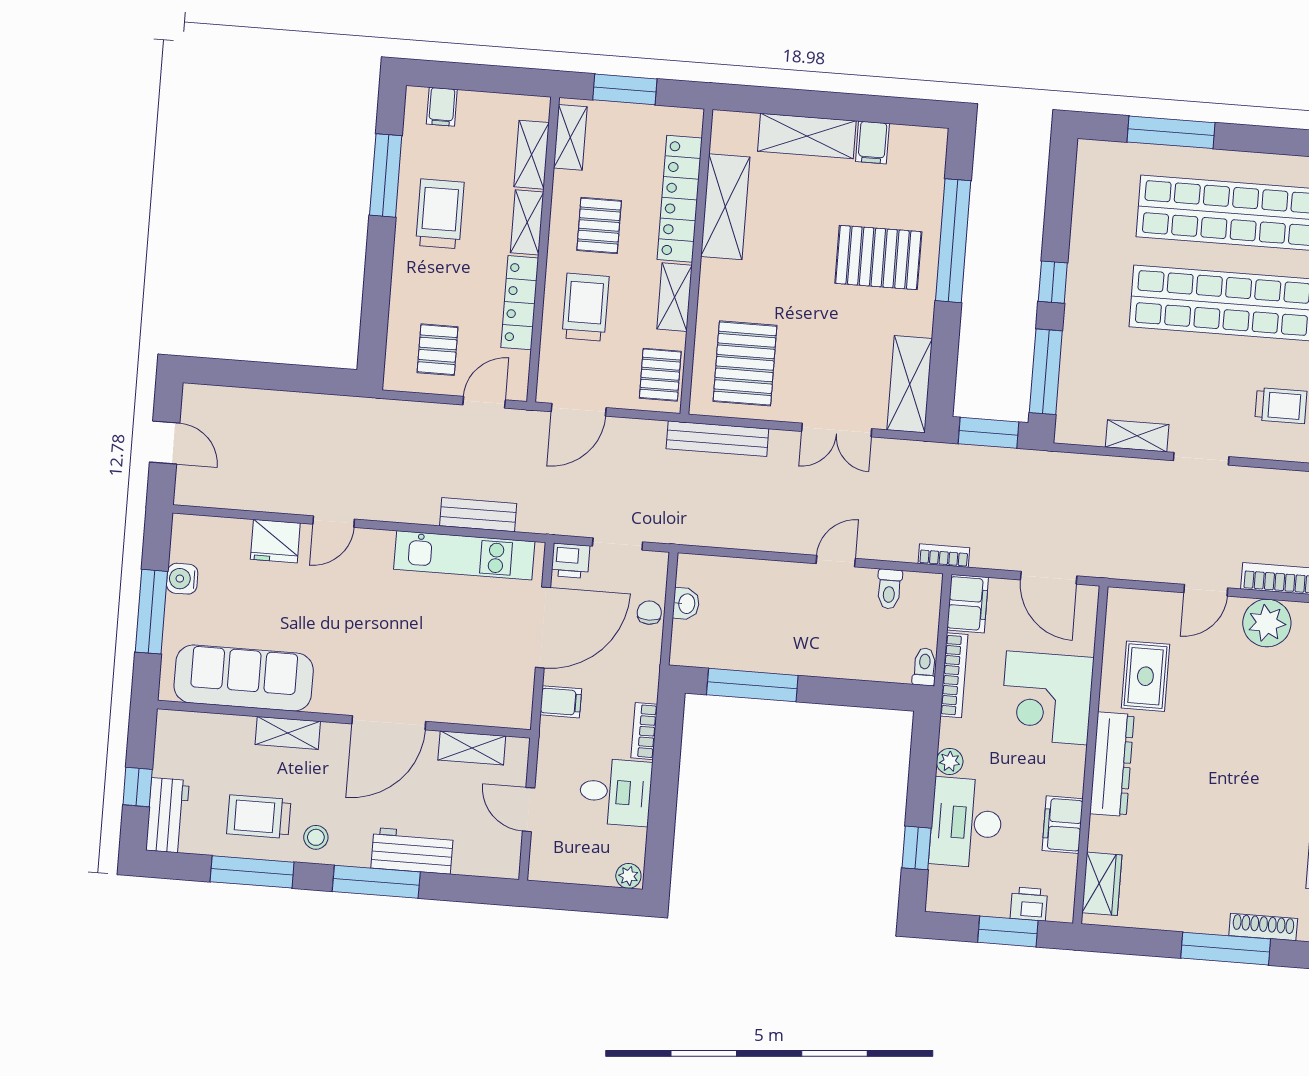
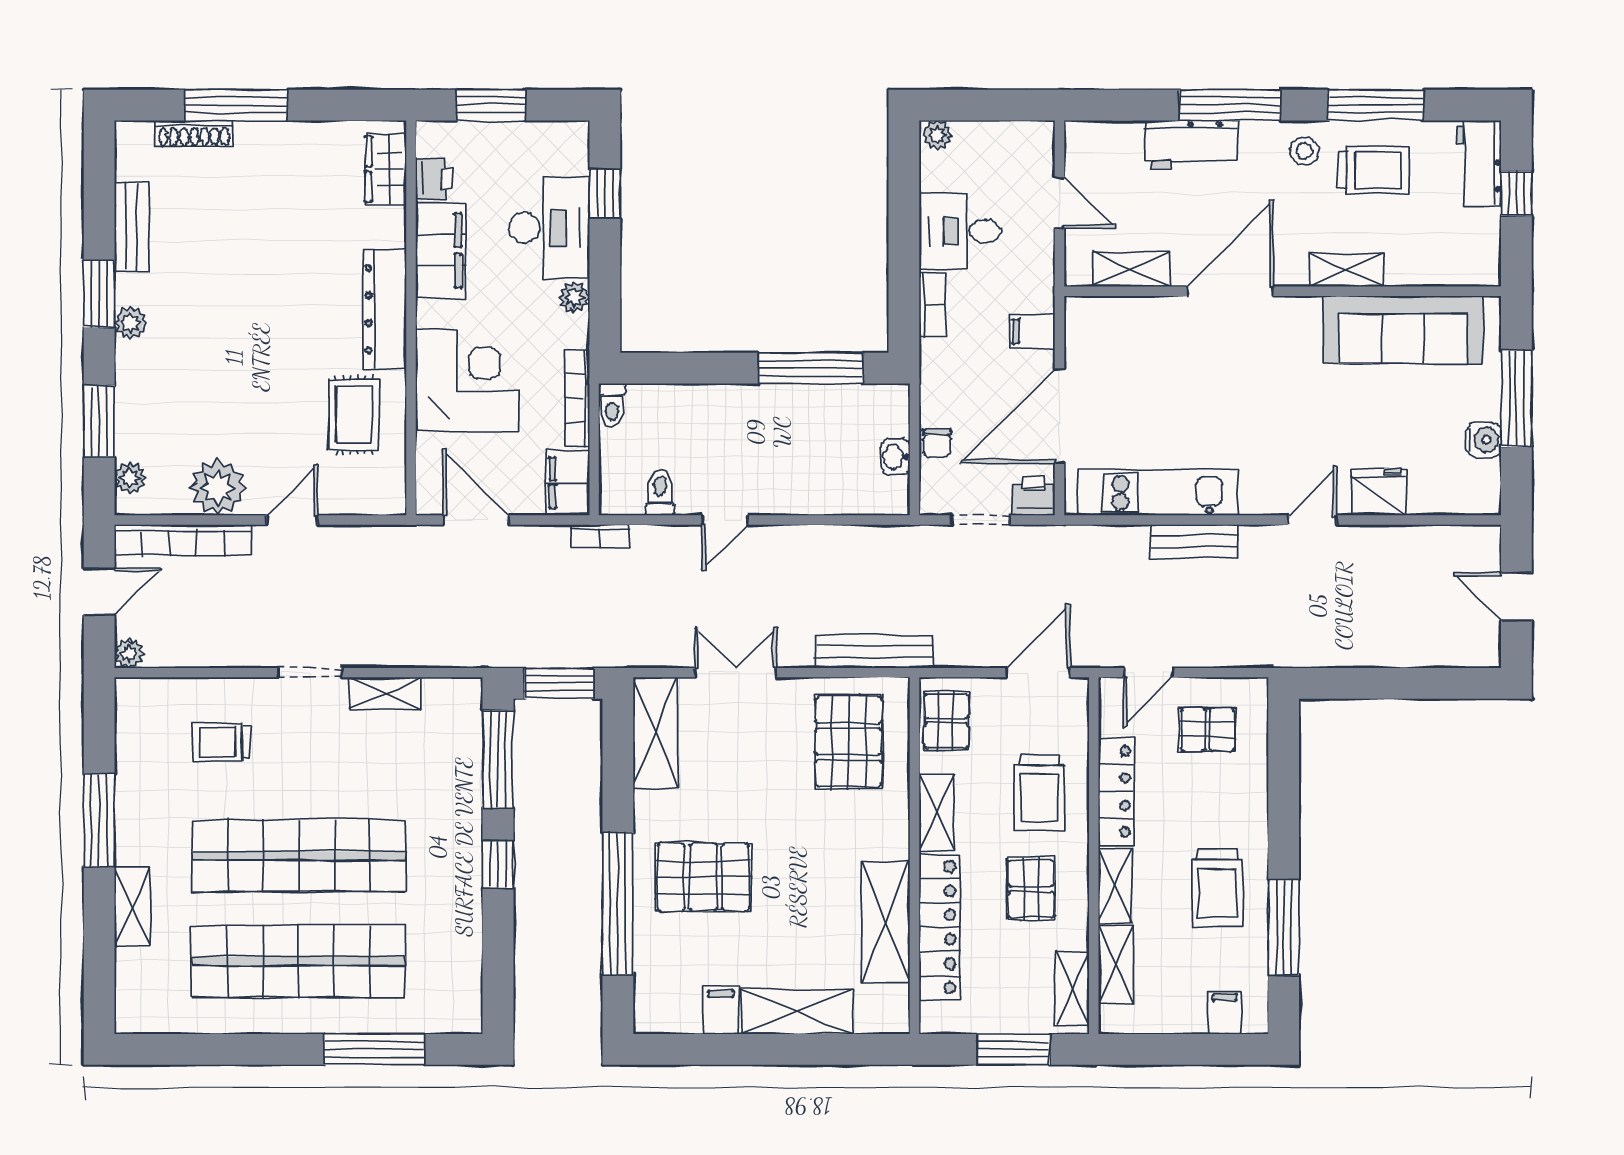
pallet: (438, 350) -> (1207, 730), turned 90
bench: (478, 515) -> (1194, 541), moved
filing cabinet: (1063, 825) -> (441, 250), width x1.50, depth x1.17
printer: (1029, 904) -> (434, 179), moved, turned -90

